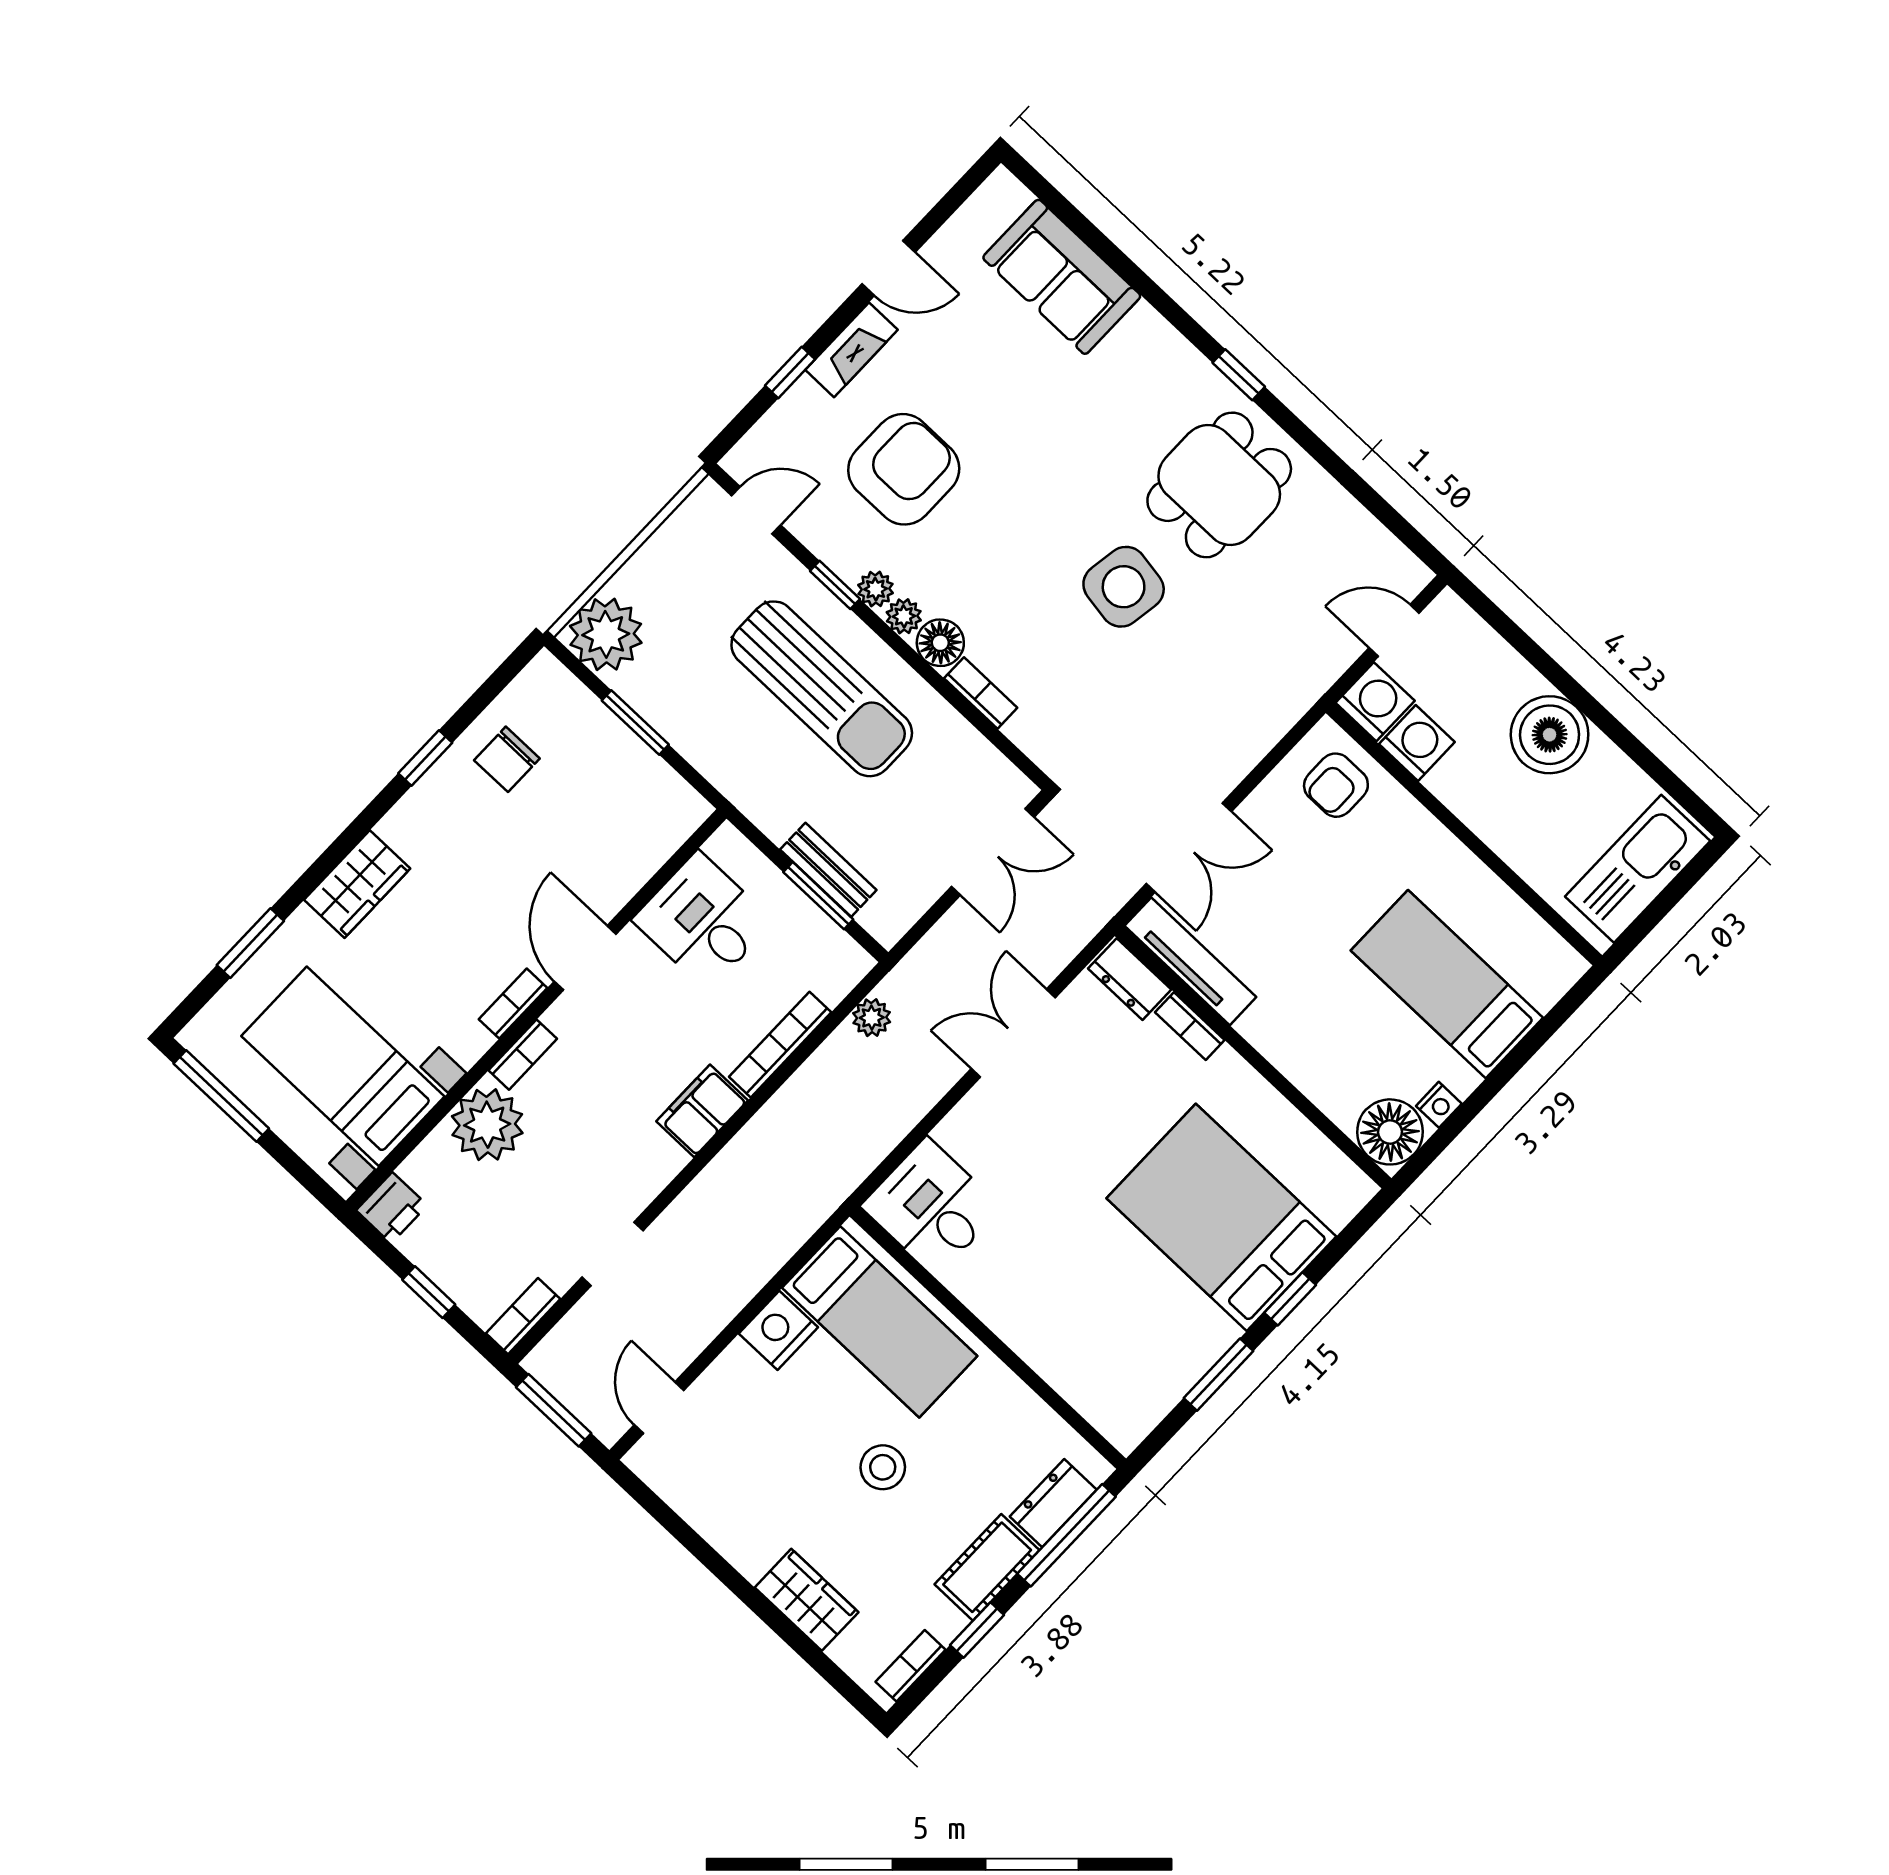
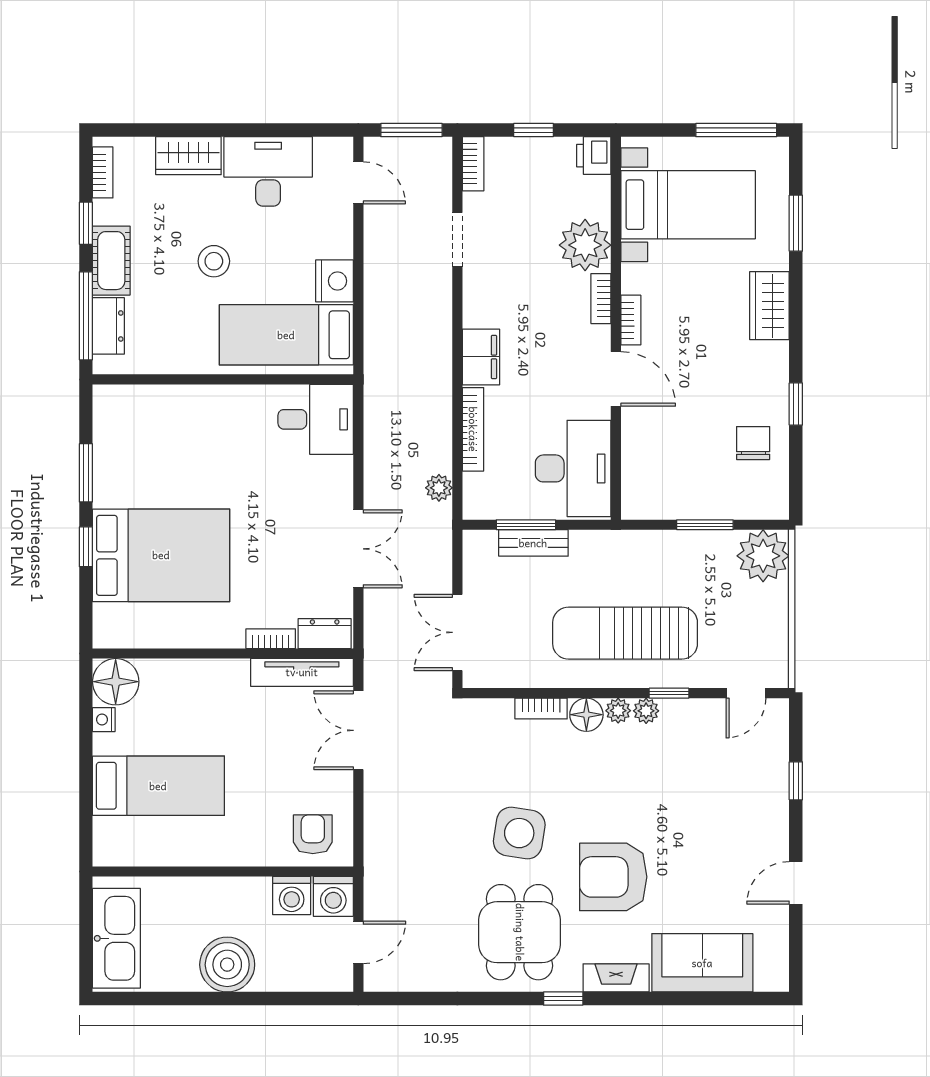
fireplace: (852, 350) -> (616, 978), moved, turned 90
armchair: (904, 469) -> (613, 877), moved, turned 90
desk: (703, 921) -> (573, 468), width x1.37
desk: (740, 1507) -> (268, 171), added

